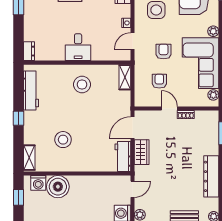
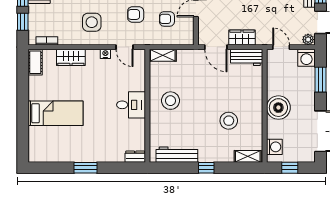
boiler: (58, 187) -> (278, 108), moved

